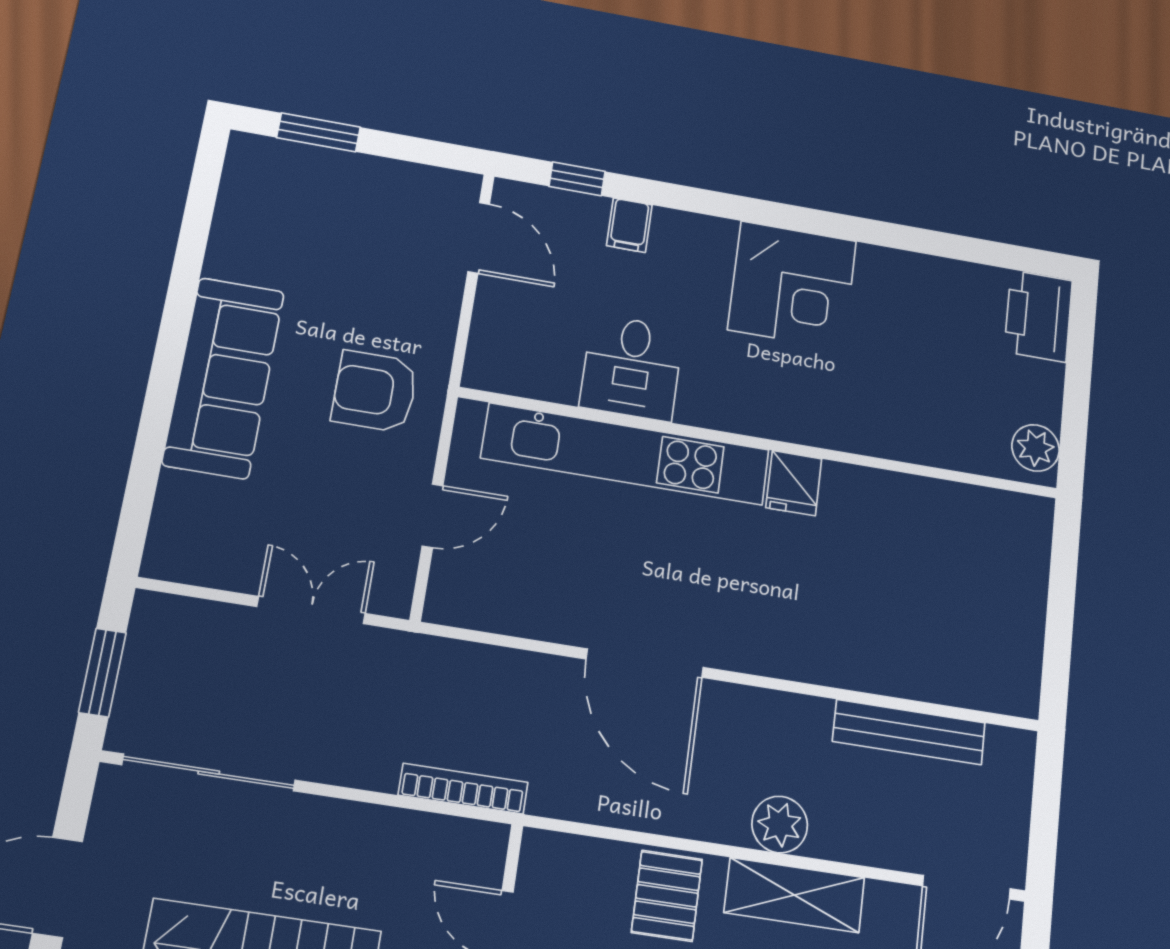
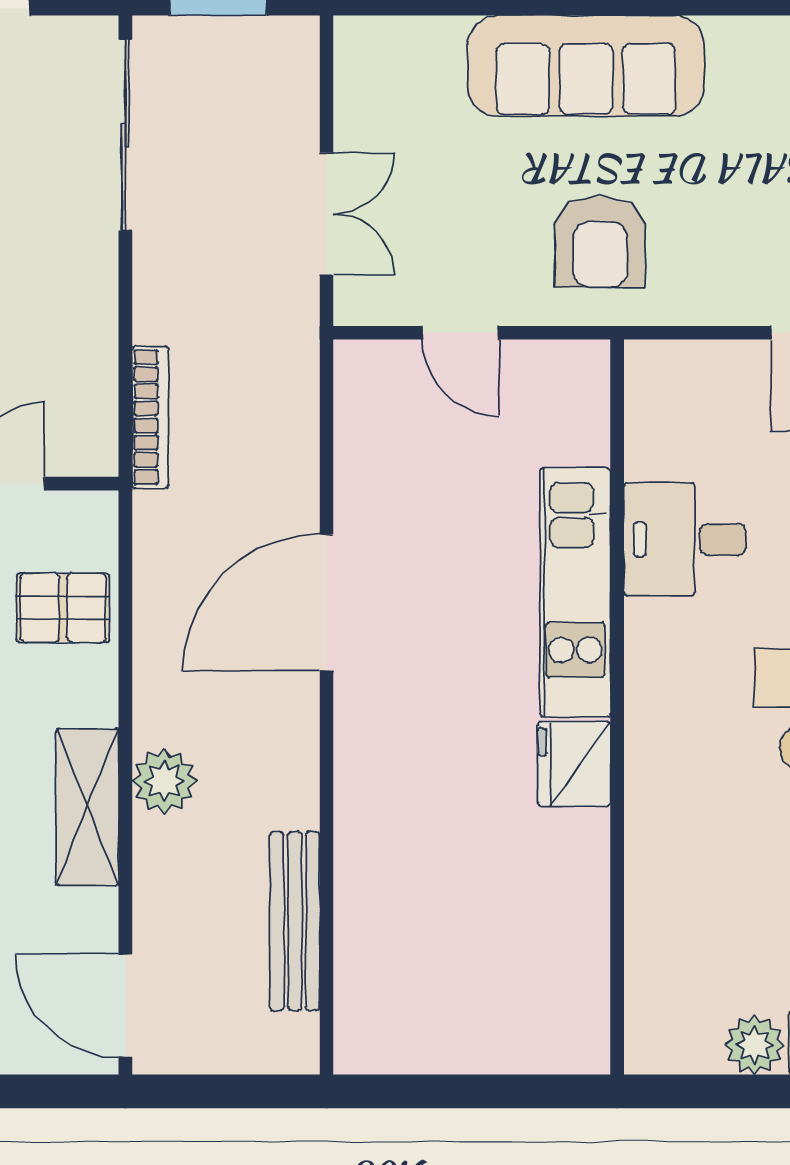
armchair: (375, 391) -> (600, 242), turned 180
plant: (1036, 448) -> (755, 1045), moved
kitchen unit: (626, 454) -> (575, 592), width x0.73
fridge: (794, 483) -> (574, 764), width x1.38
pallet: (667, 896) -> (63, 608), moved

